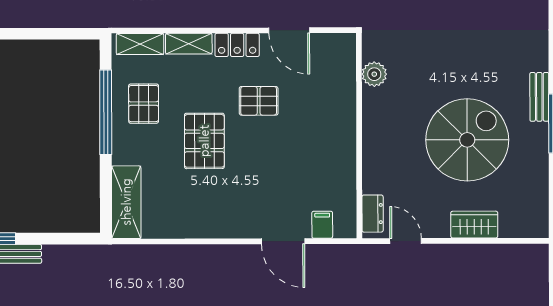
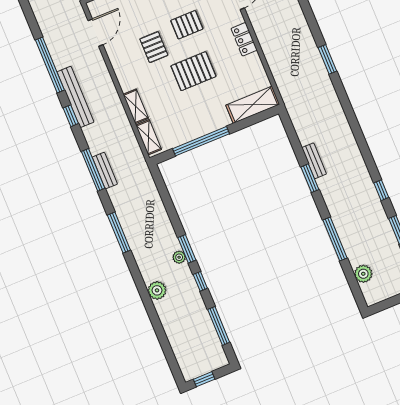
door: (289, 30) -> (96, 33), moved
locker: (237, 45) -> (244, 39), moved, turned 180
pallet: (144, 104) -> (187, 25), moved

